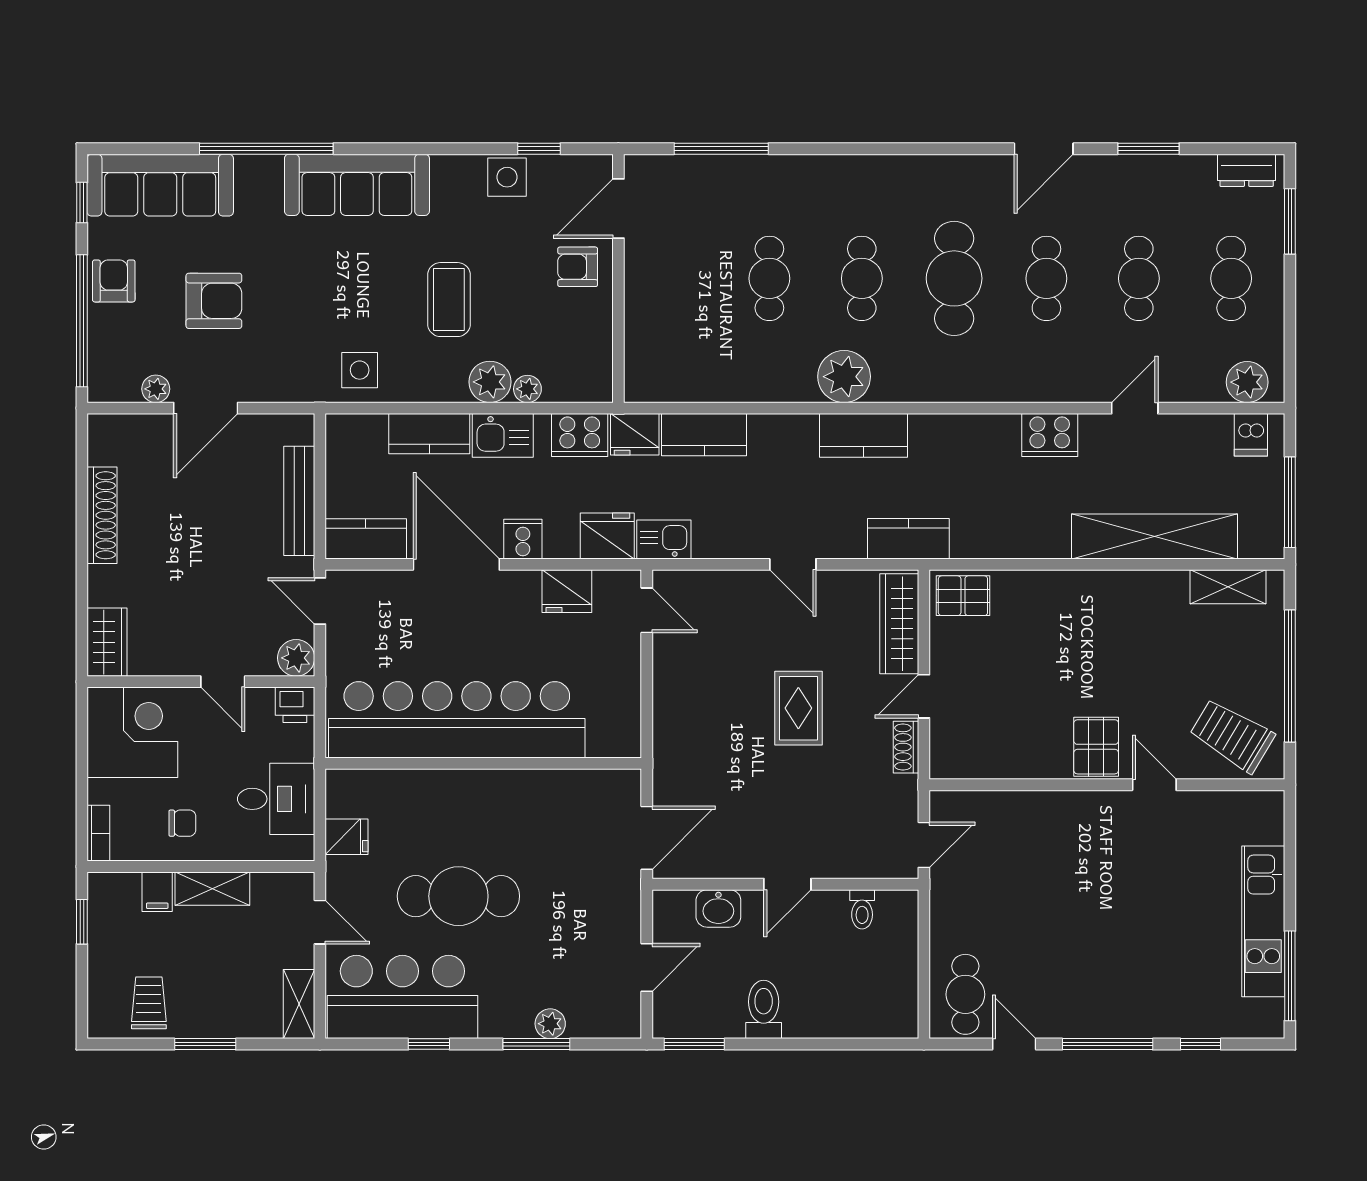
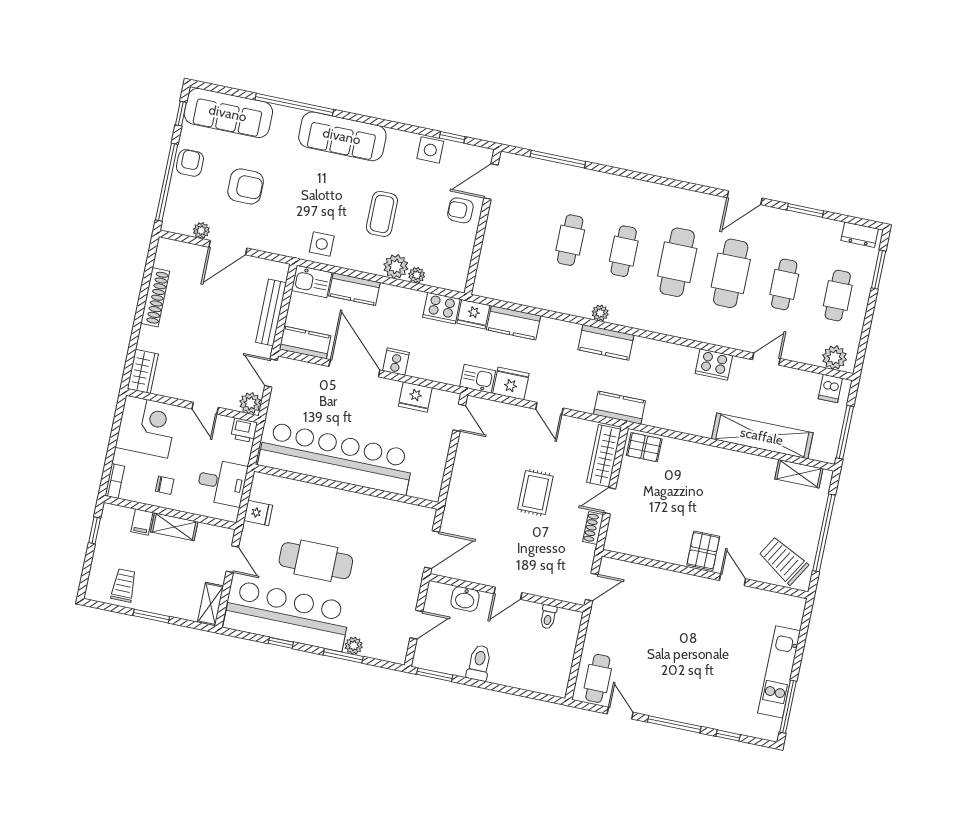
cafe table: (1046, 278) -> (731, 273), width x1.37, depth x1.35
plant: (844, 377) -> (600, 313), width x0.53, depth x0.53
kitchen sink: (503, 435) -> (312, 281), moved
fridge: (607, 536) -> (511, 383), moved
bar counter: (402, 997) -> (287, 616), width x1.36

